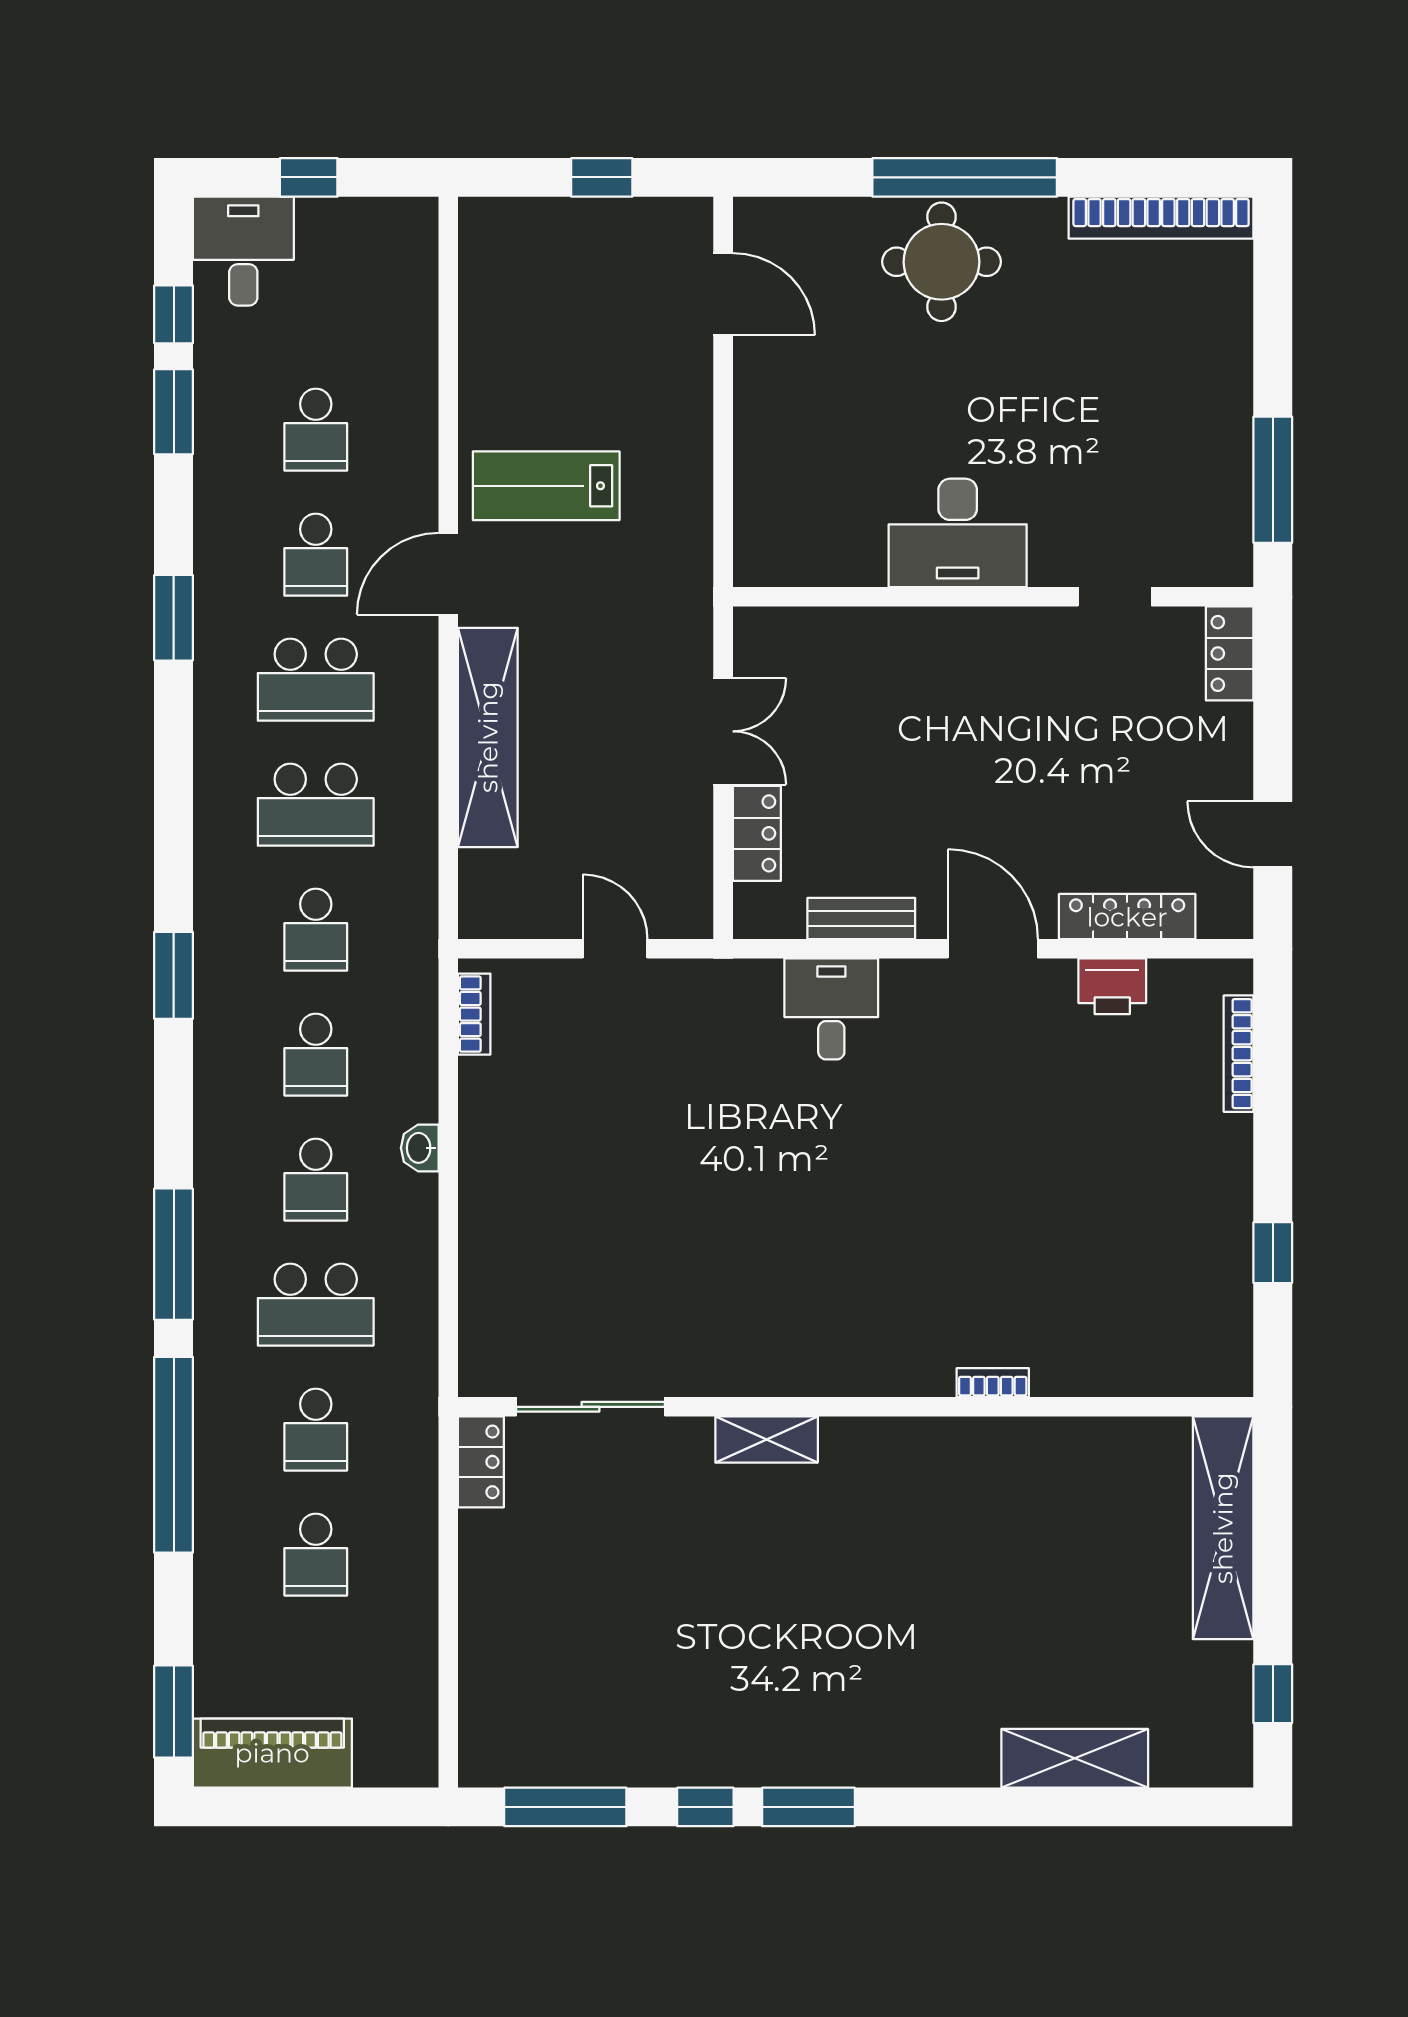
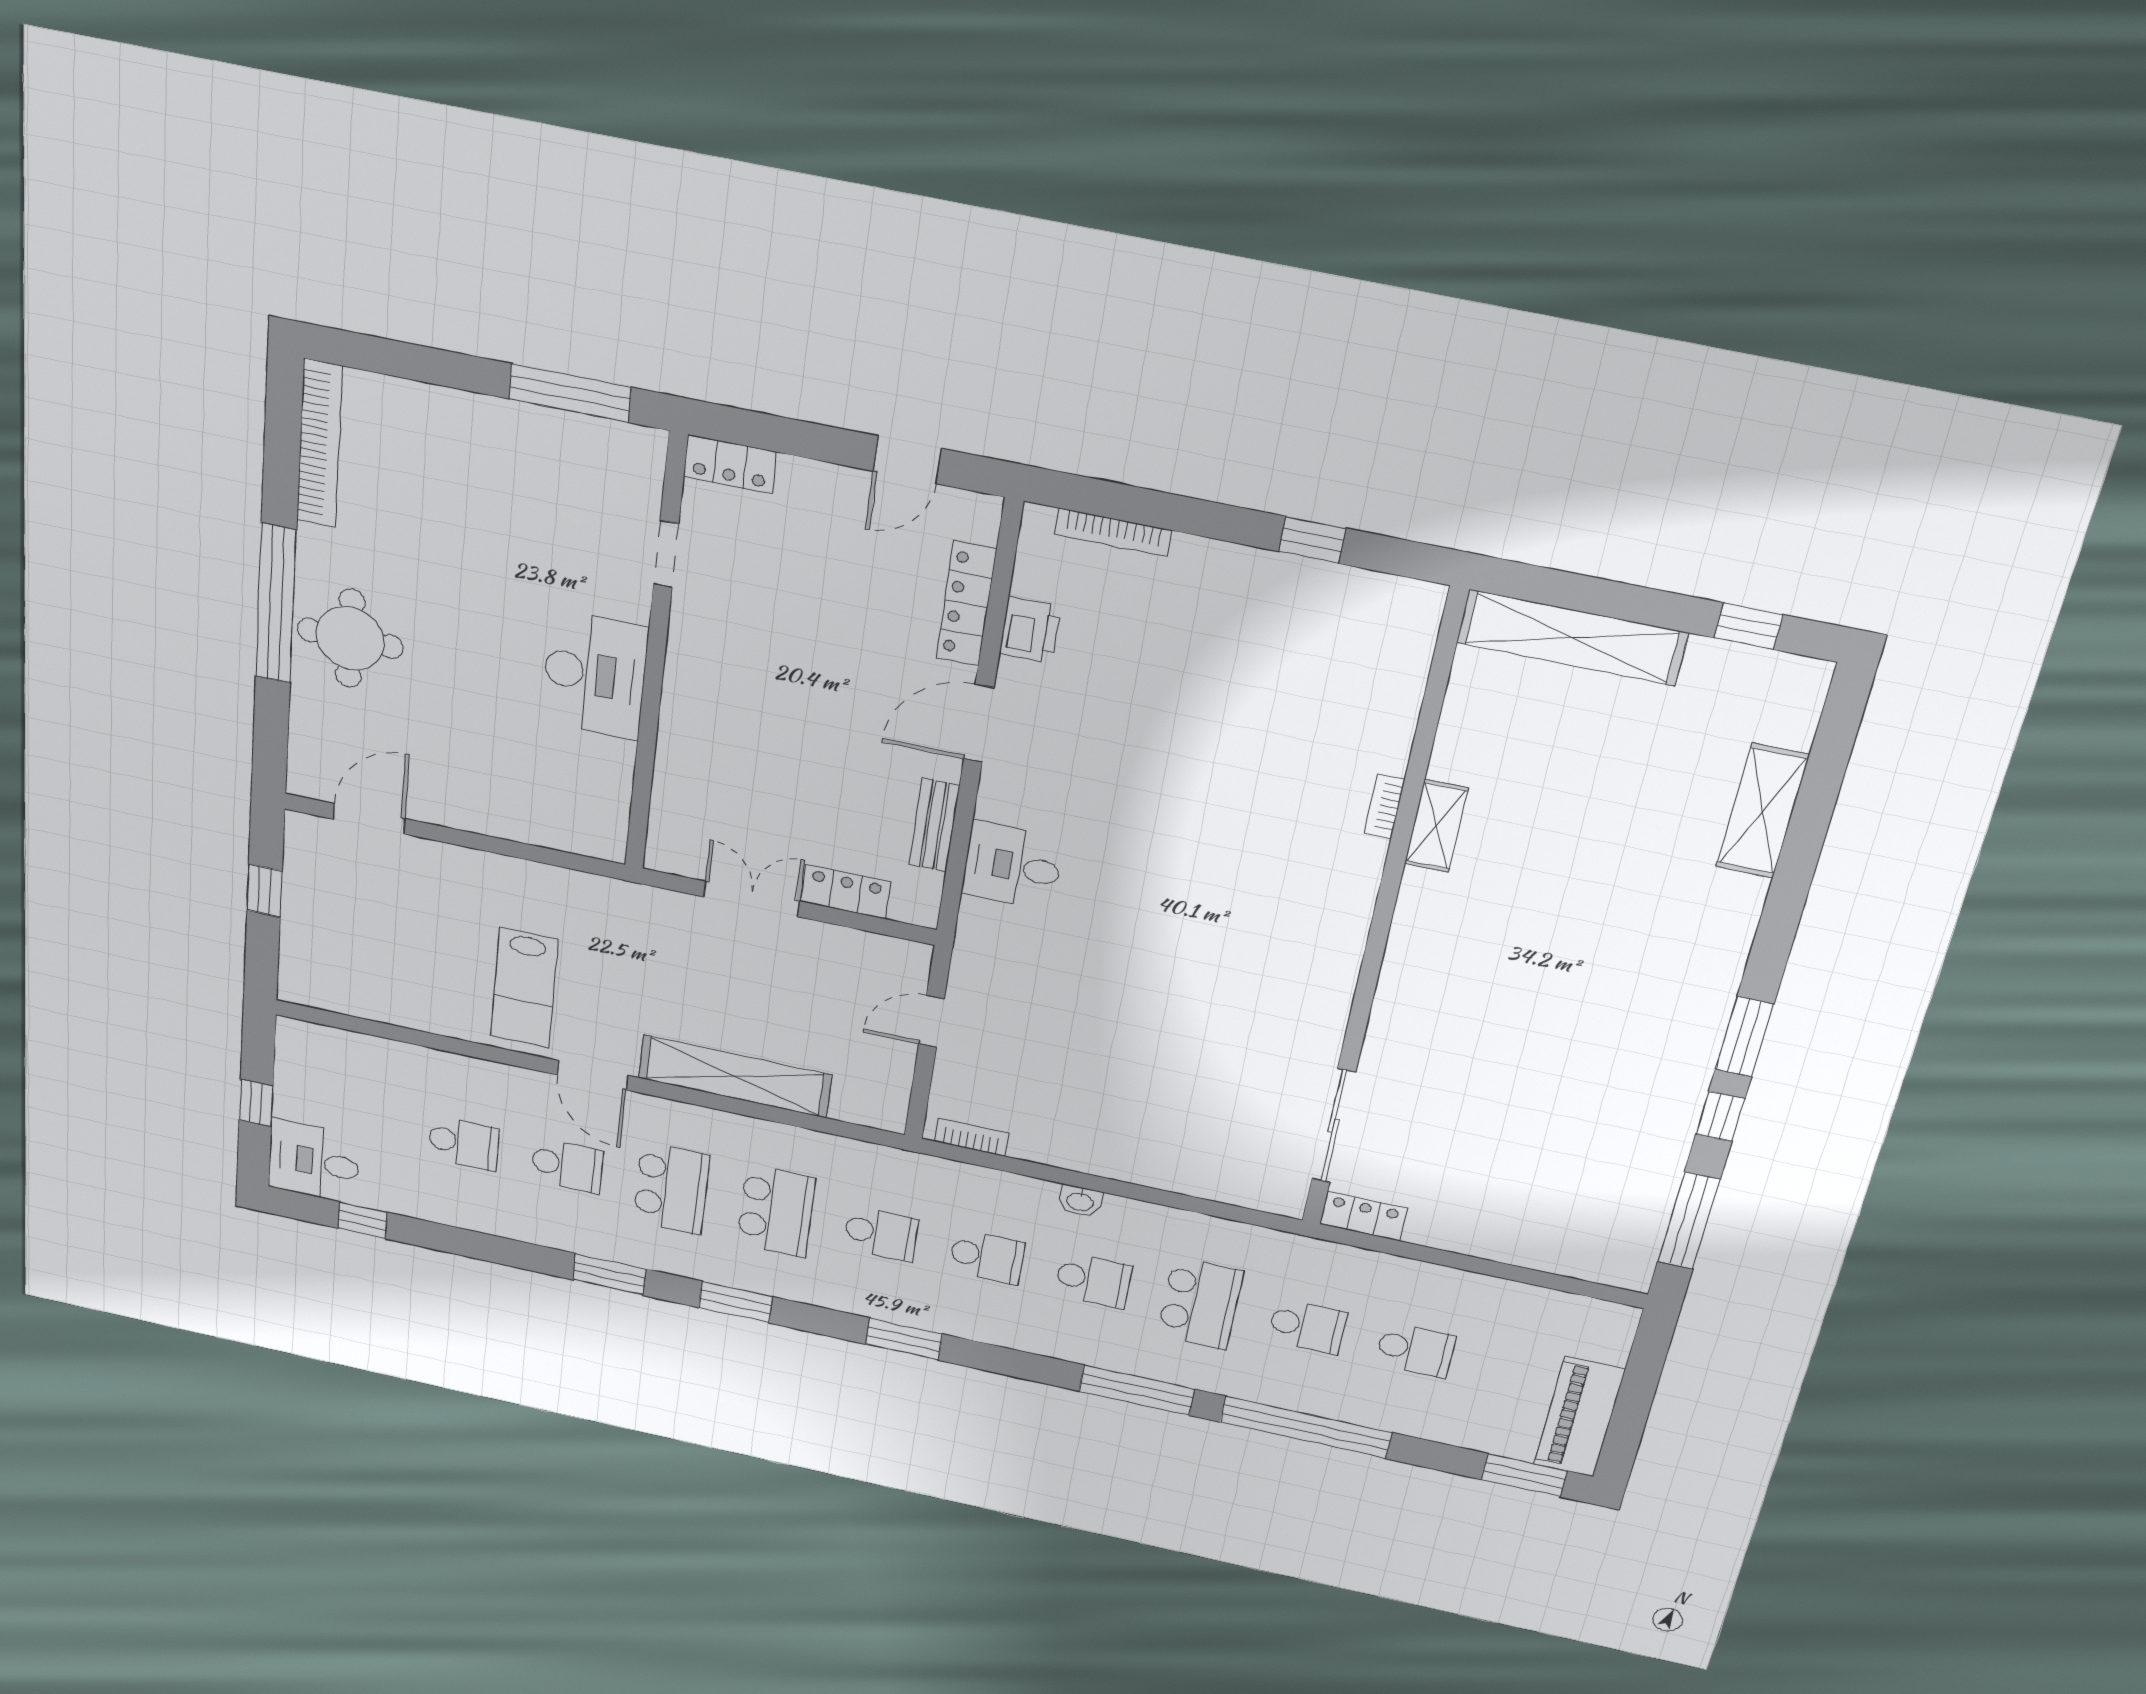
window: (174, 412) -> (735, 1302), moved
shelving: (767, 1439) -> (1436, 826), moved

